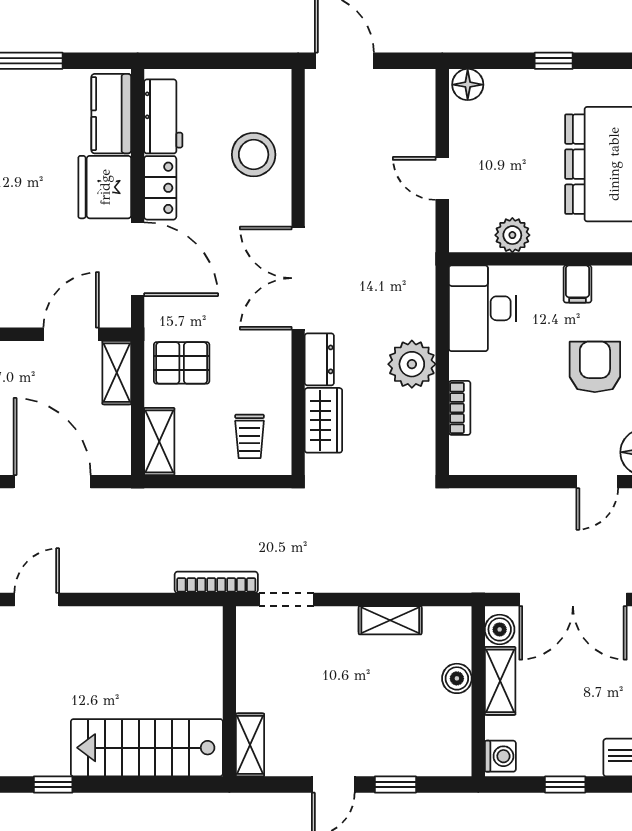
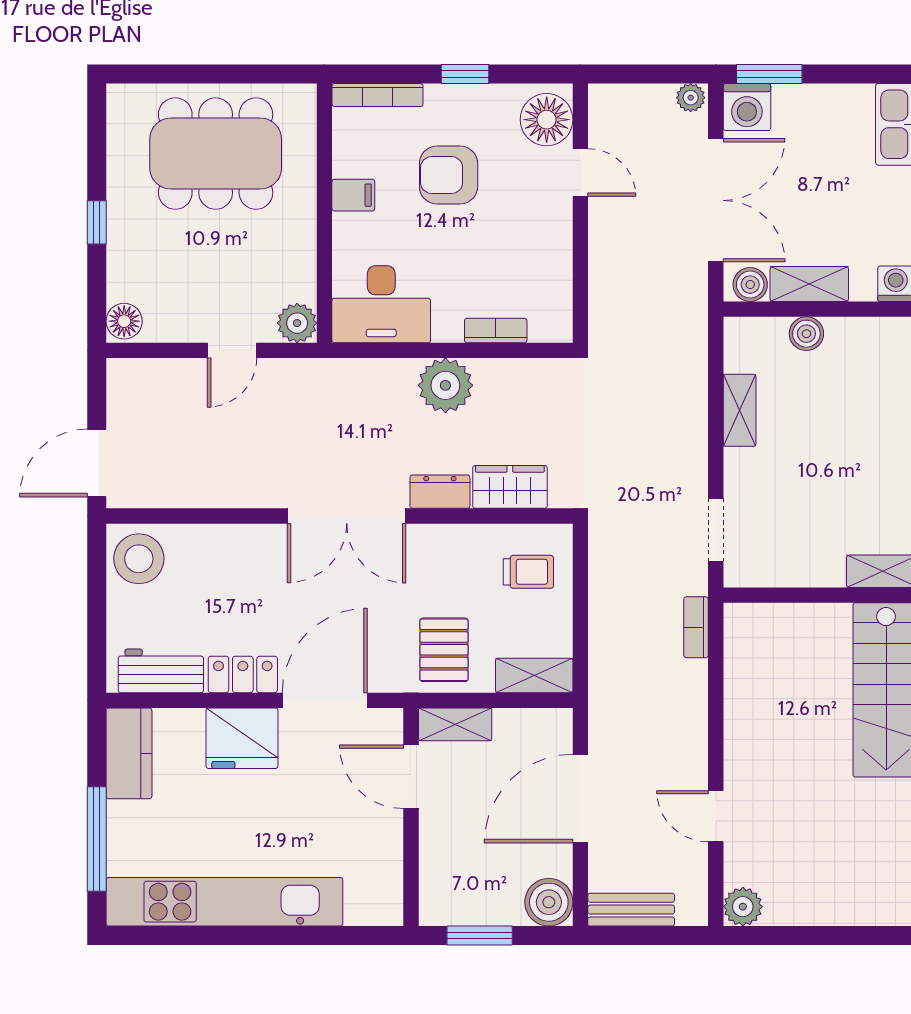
kitchen counter: (111, 114) -> (129, 753), moved, turned -90
stool: (254, 155) -> (139, 559), moved
plant: (512, 235) -> (297, 323), moved
bookcase: (216, 582) -> (696, 627), width x0.64

